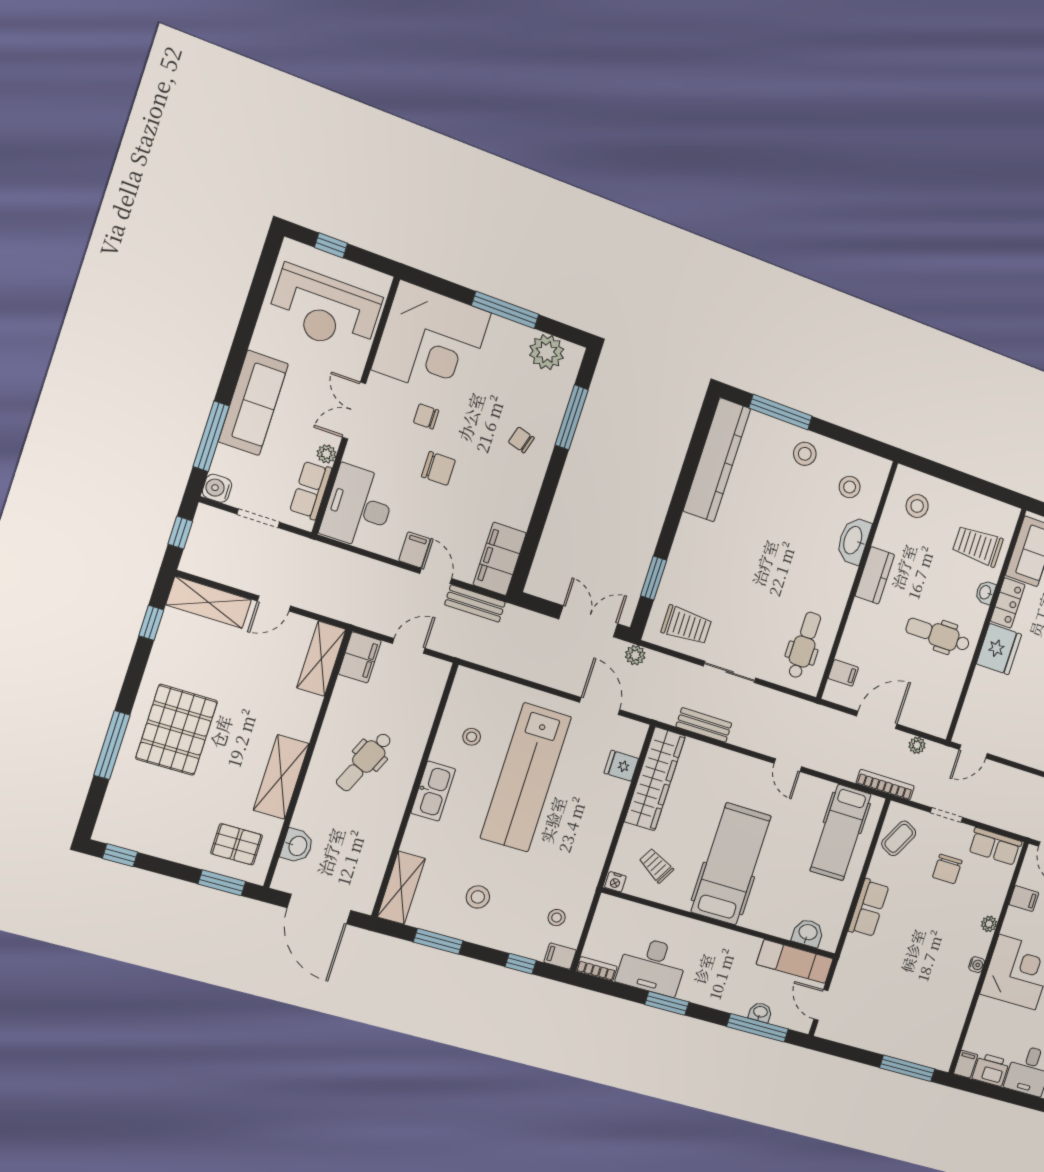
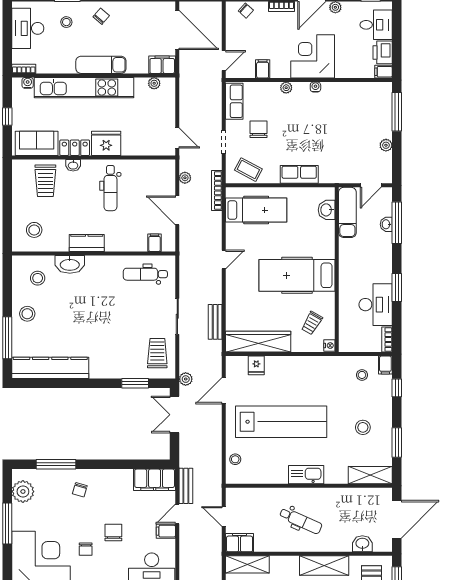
stool: (472, 737) -> (235, 459), moved
chair: (947, 869) -> (259, 129), turned -90
plant: (868, 1041) -> (386, 145), added

